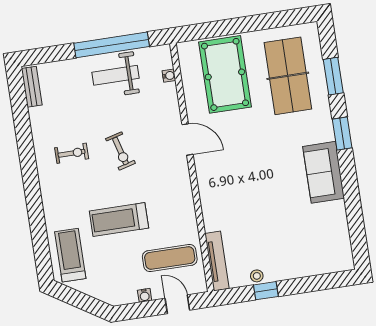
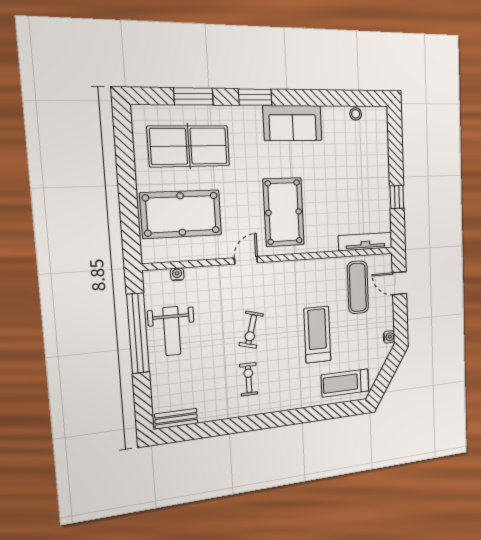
door: (188, 139) -> (246, 260), width x0.73
exercise bike: (120, 151) -> (251, 330), turned 120
pool table: (237, 172) -> (284, 212), added
treadmill: (119, 220) -> (317, 335), turned 180
stool: (257, 276) -> (356, 114), moved
water cooler: (145, 295) -> (389, 337), moved
door: (177, 304) -> (399, 283), hinge flipped

